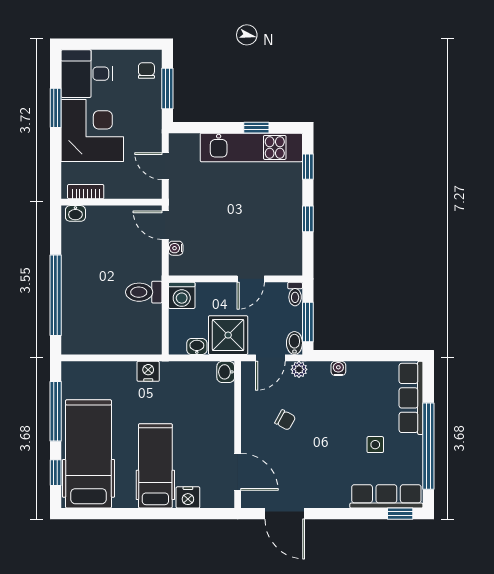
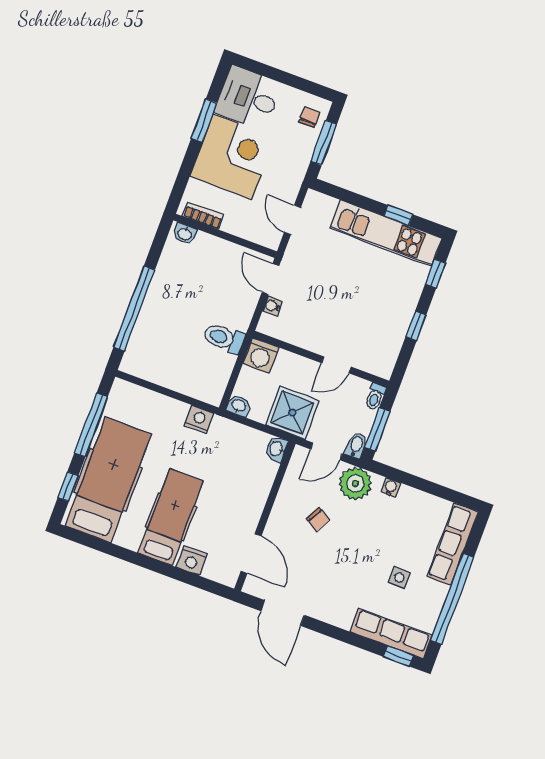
washbasin: (197, 347) -> (239, 406), moved
plant: (299, 369) -> (355, 484), width x1.88, depth x1.88

